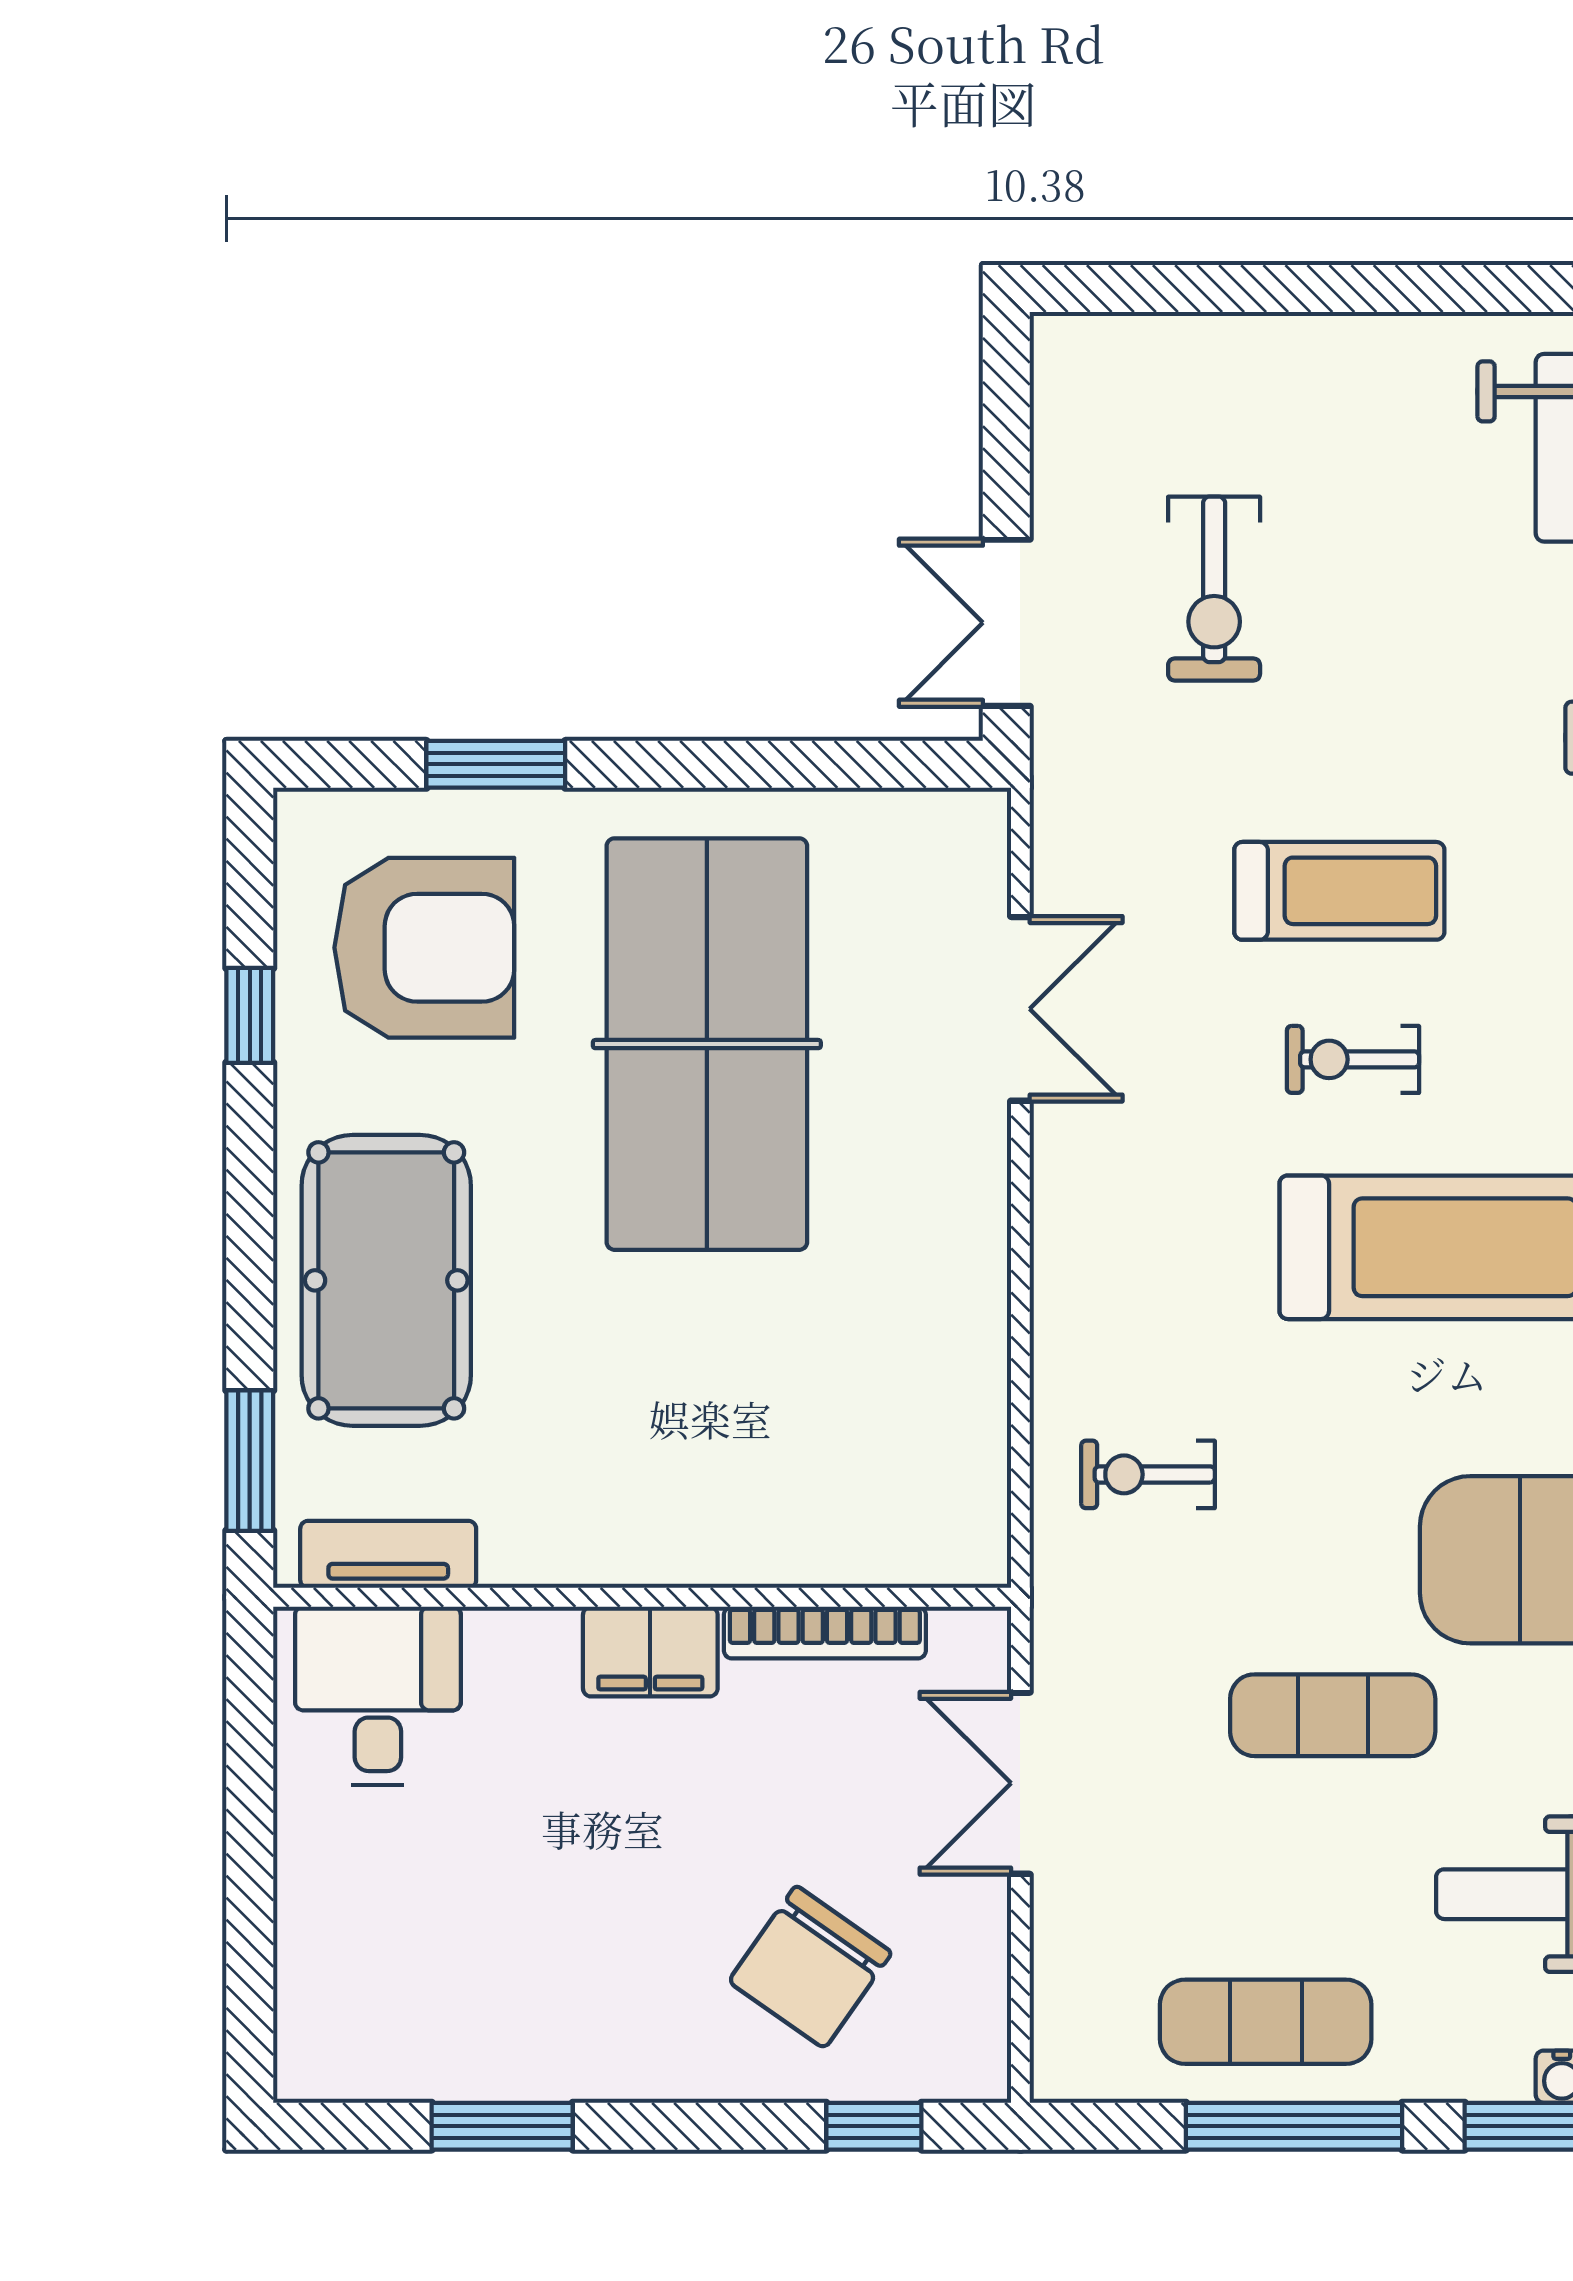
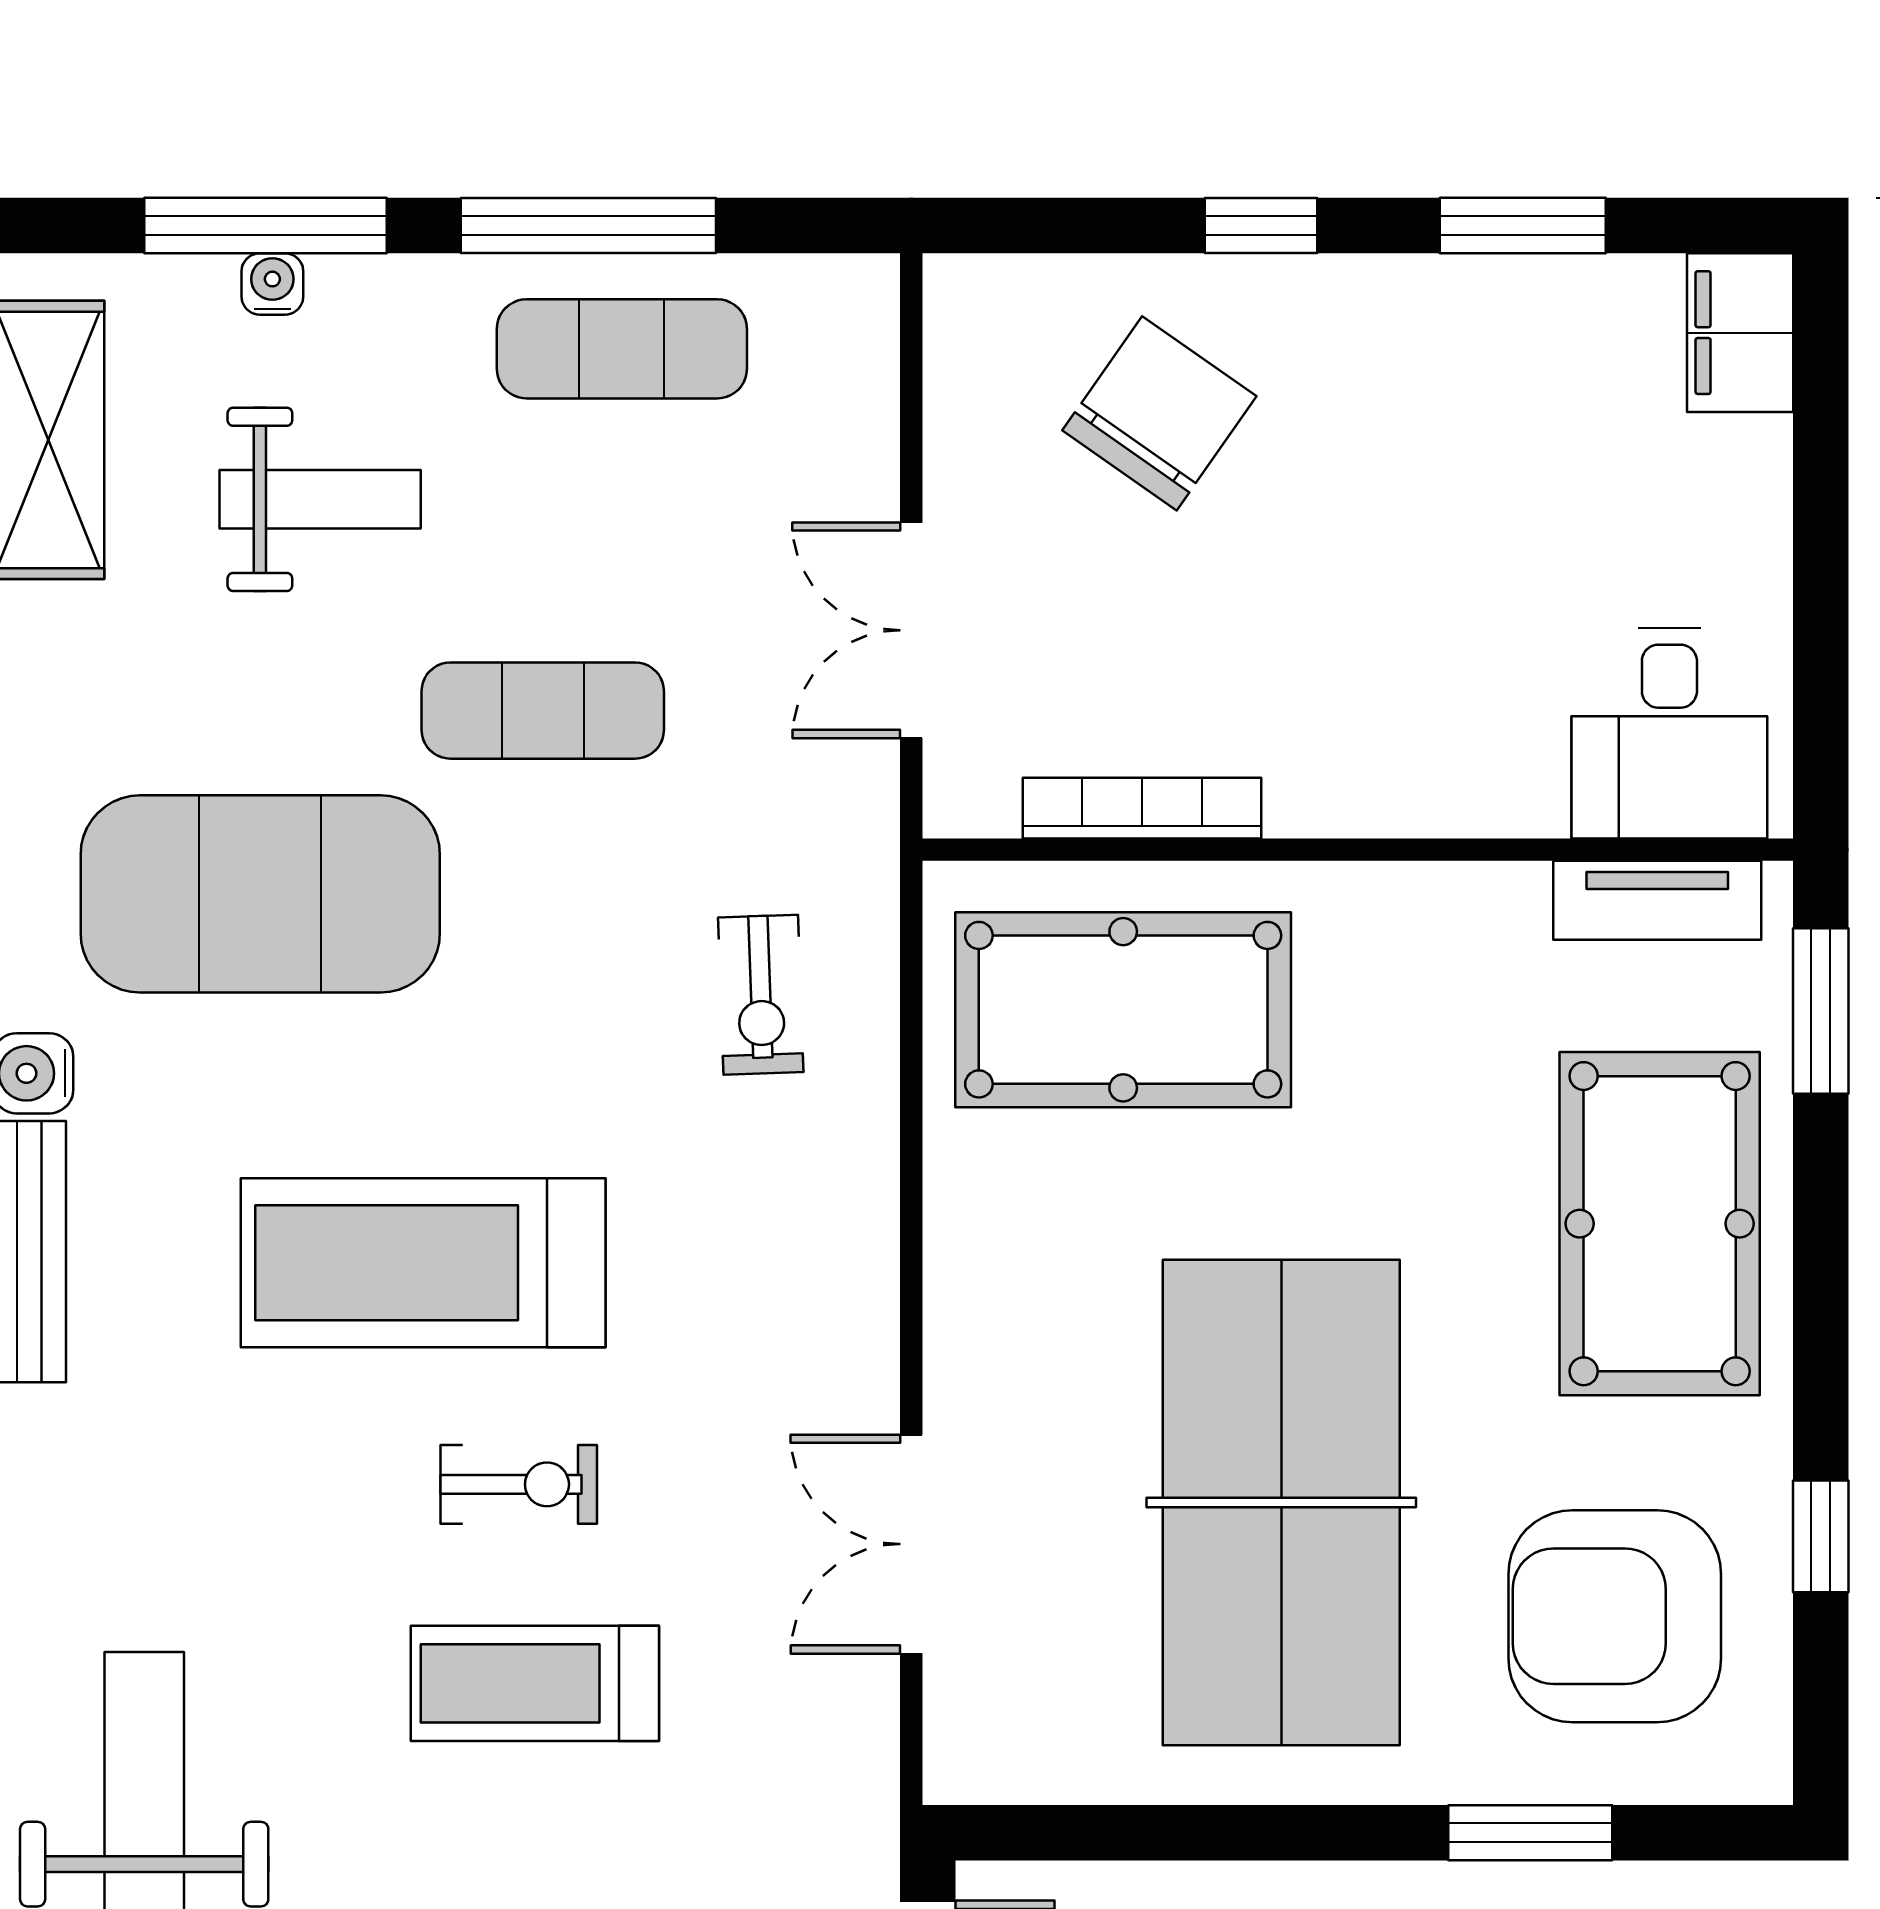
pool table: (841, 1462) -> (1123, 1010), added
exercise bike: (1148, 1474) -> (761, 995), turned 88
filing cabinet: (650, 1652) -> (1740, 333), moved, turned -90
double door: (1020, 1783) -> (911, 630), swing flipped
window: (874, 2126) -> (1261, 226), moved

